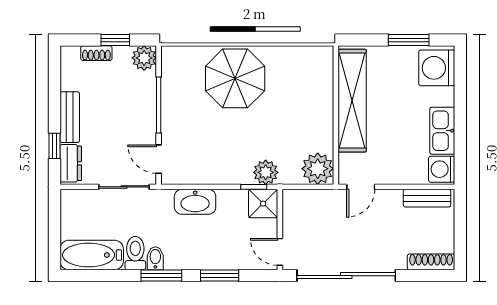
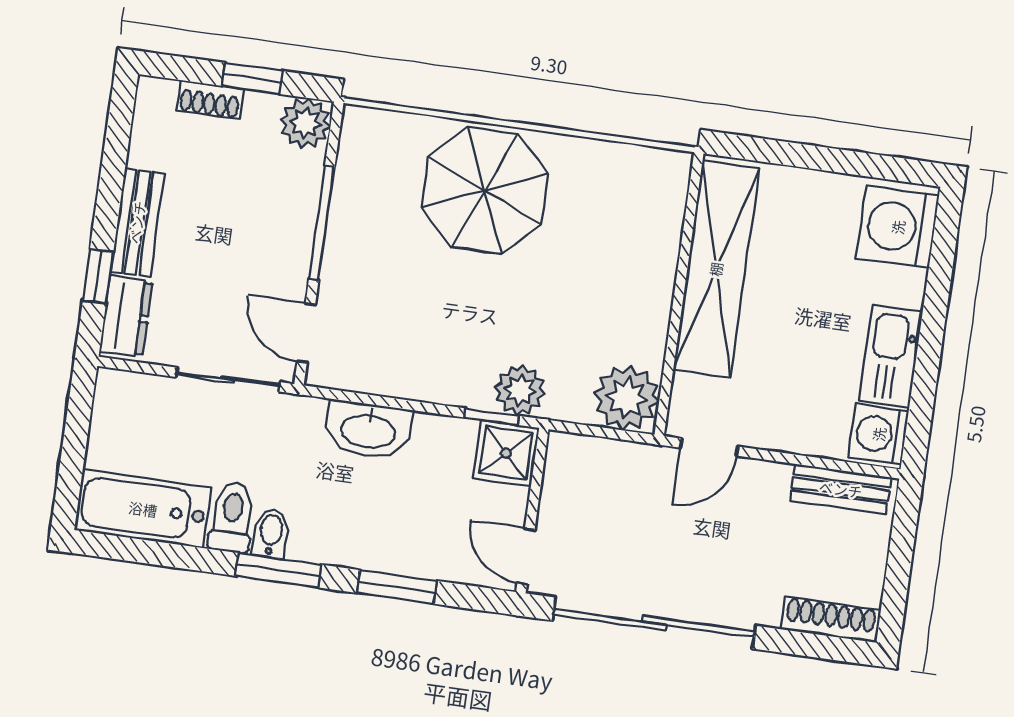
window: (409, 40) -> (848, 162), removed

